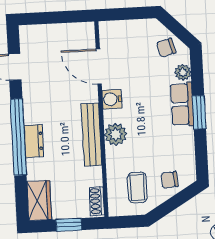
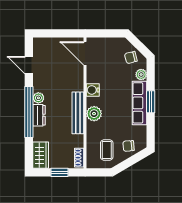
door: (99, 66) -> (85, 53), moved
row of seats: (182, 104) -> (140, 103), width x1.48
plant: (31, 115) -> (38, 98), added

